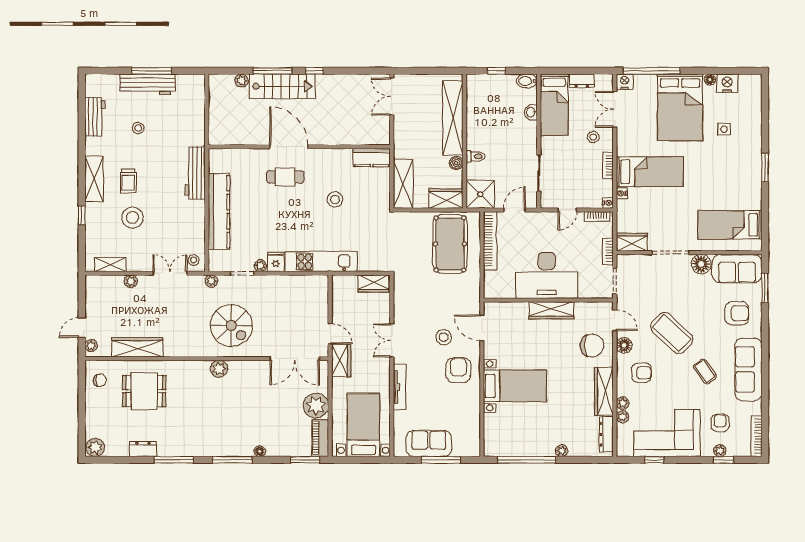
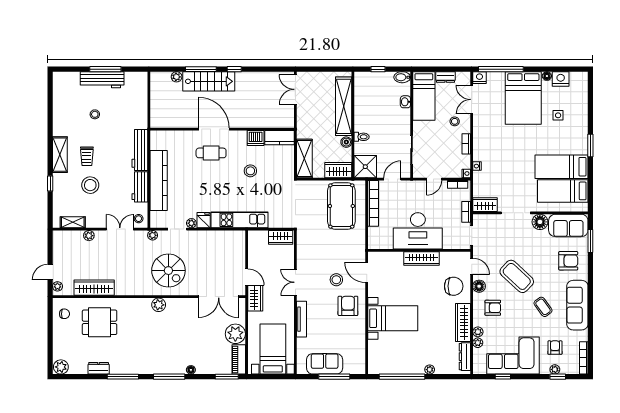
workbench: (95, 117) -> (140, 187), moved, turned 180
dishwasher: (342, 158) -> (256, 138), added
bed: (650, 172) -> (562, 167), moved, turned 180

